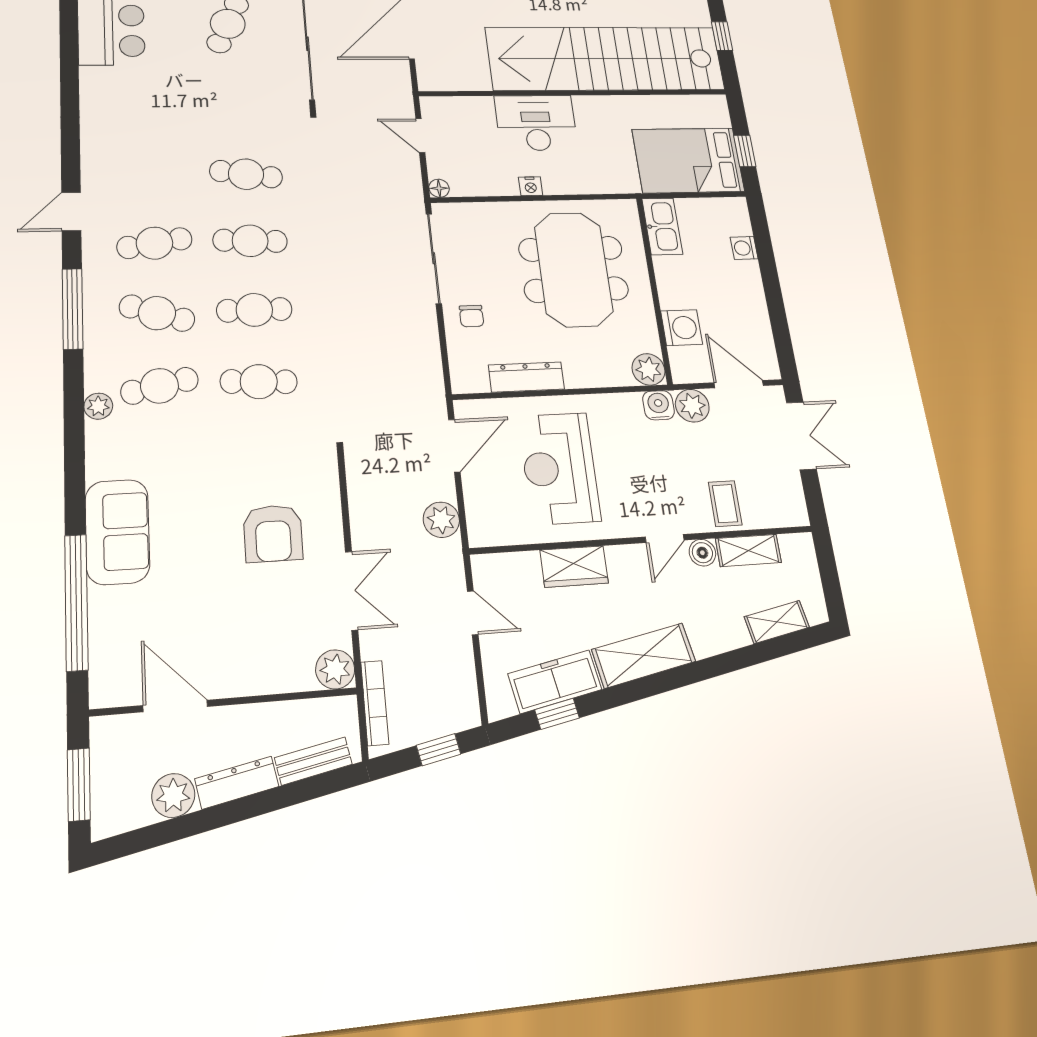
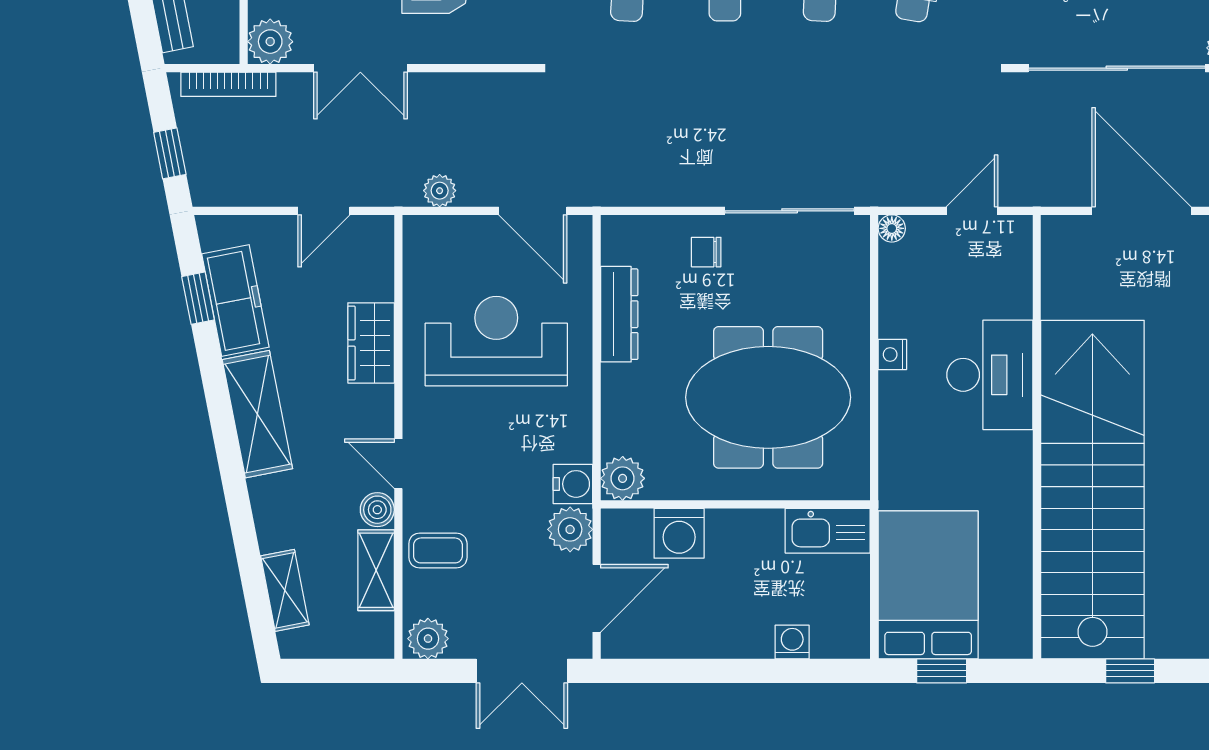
plant: (792, 507) -> (428, 639), added
plant: (441, 520) -> (440, 191), width x0.73, depth x0.73

